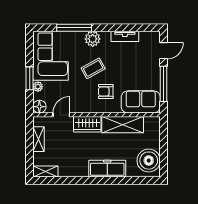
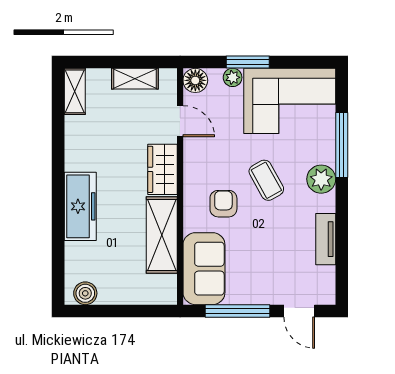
boiler: (149, 161) -> (85, 293), width x0.54, depth x0.54

